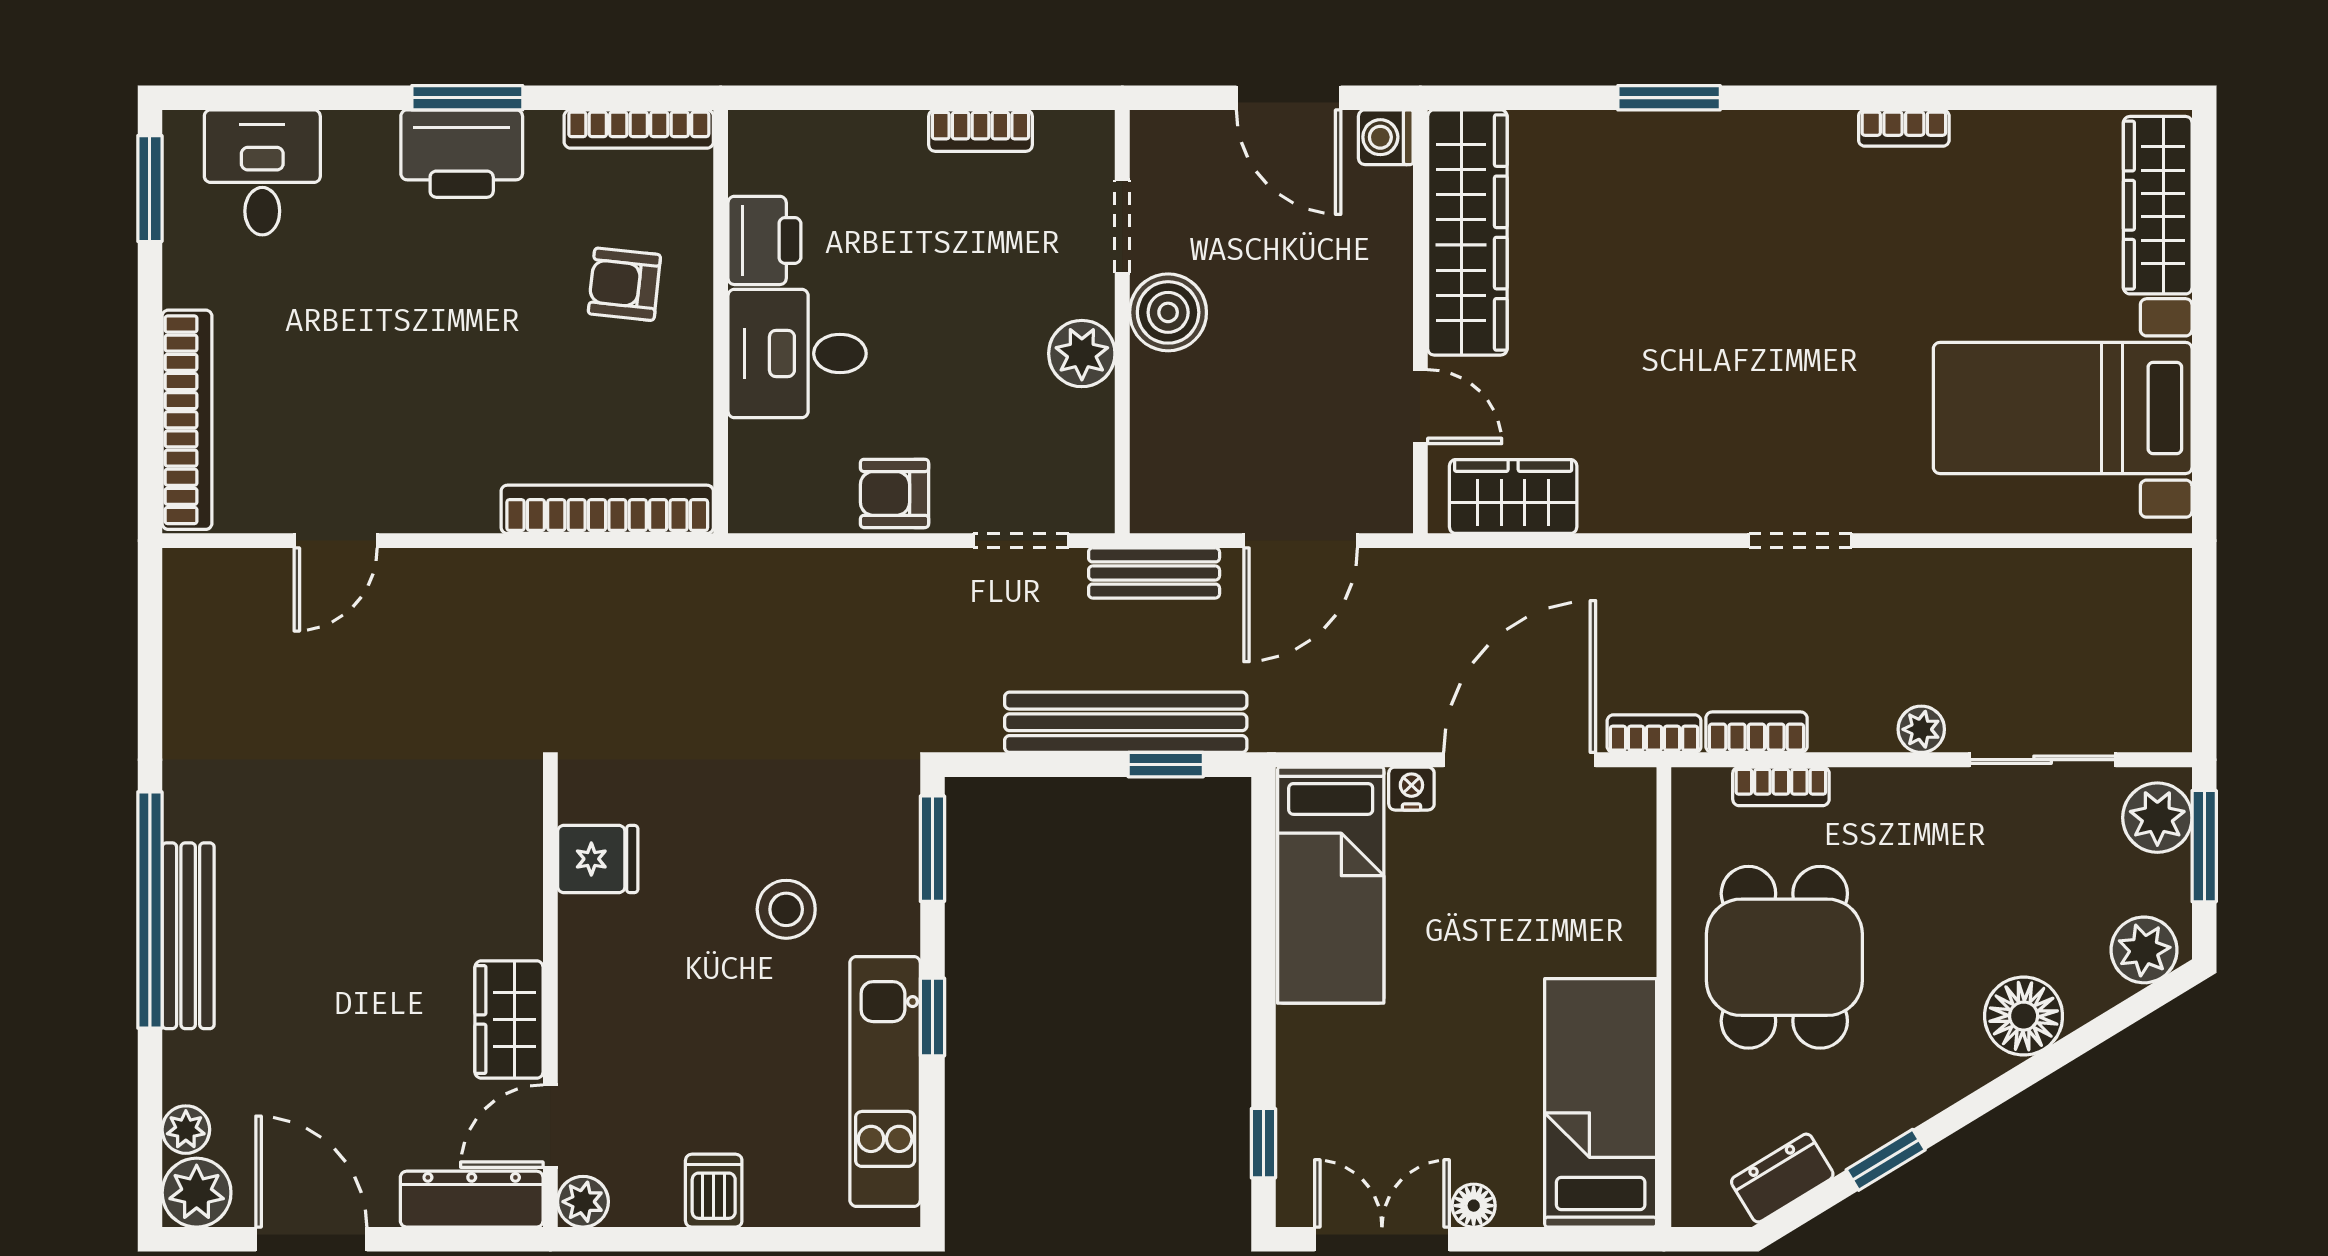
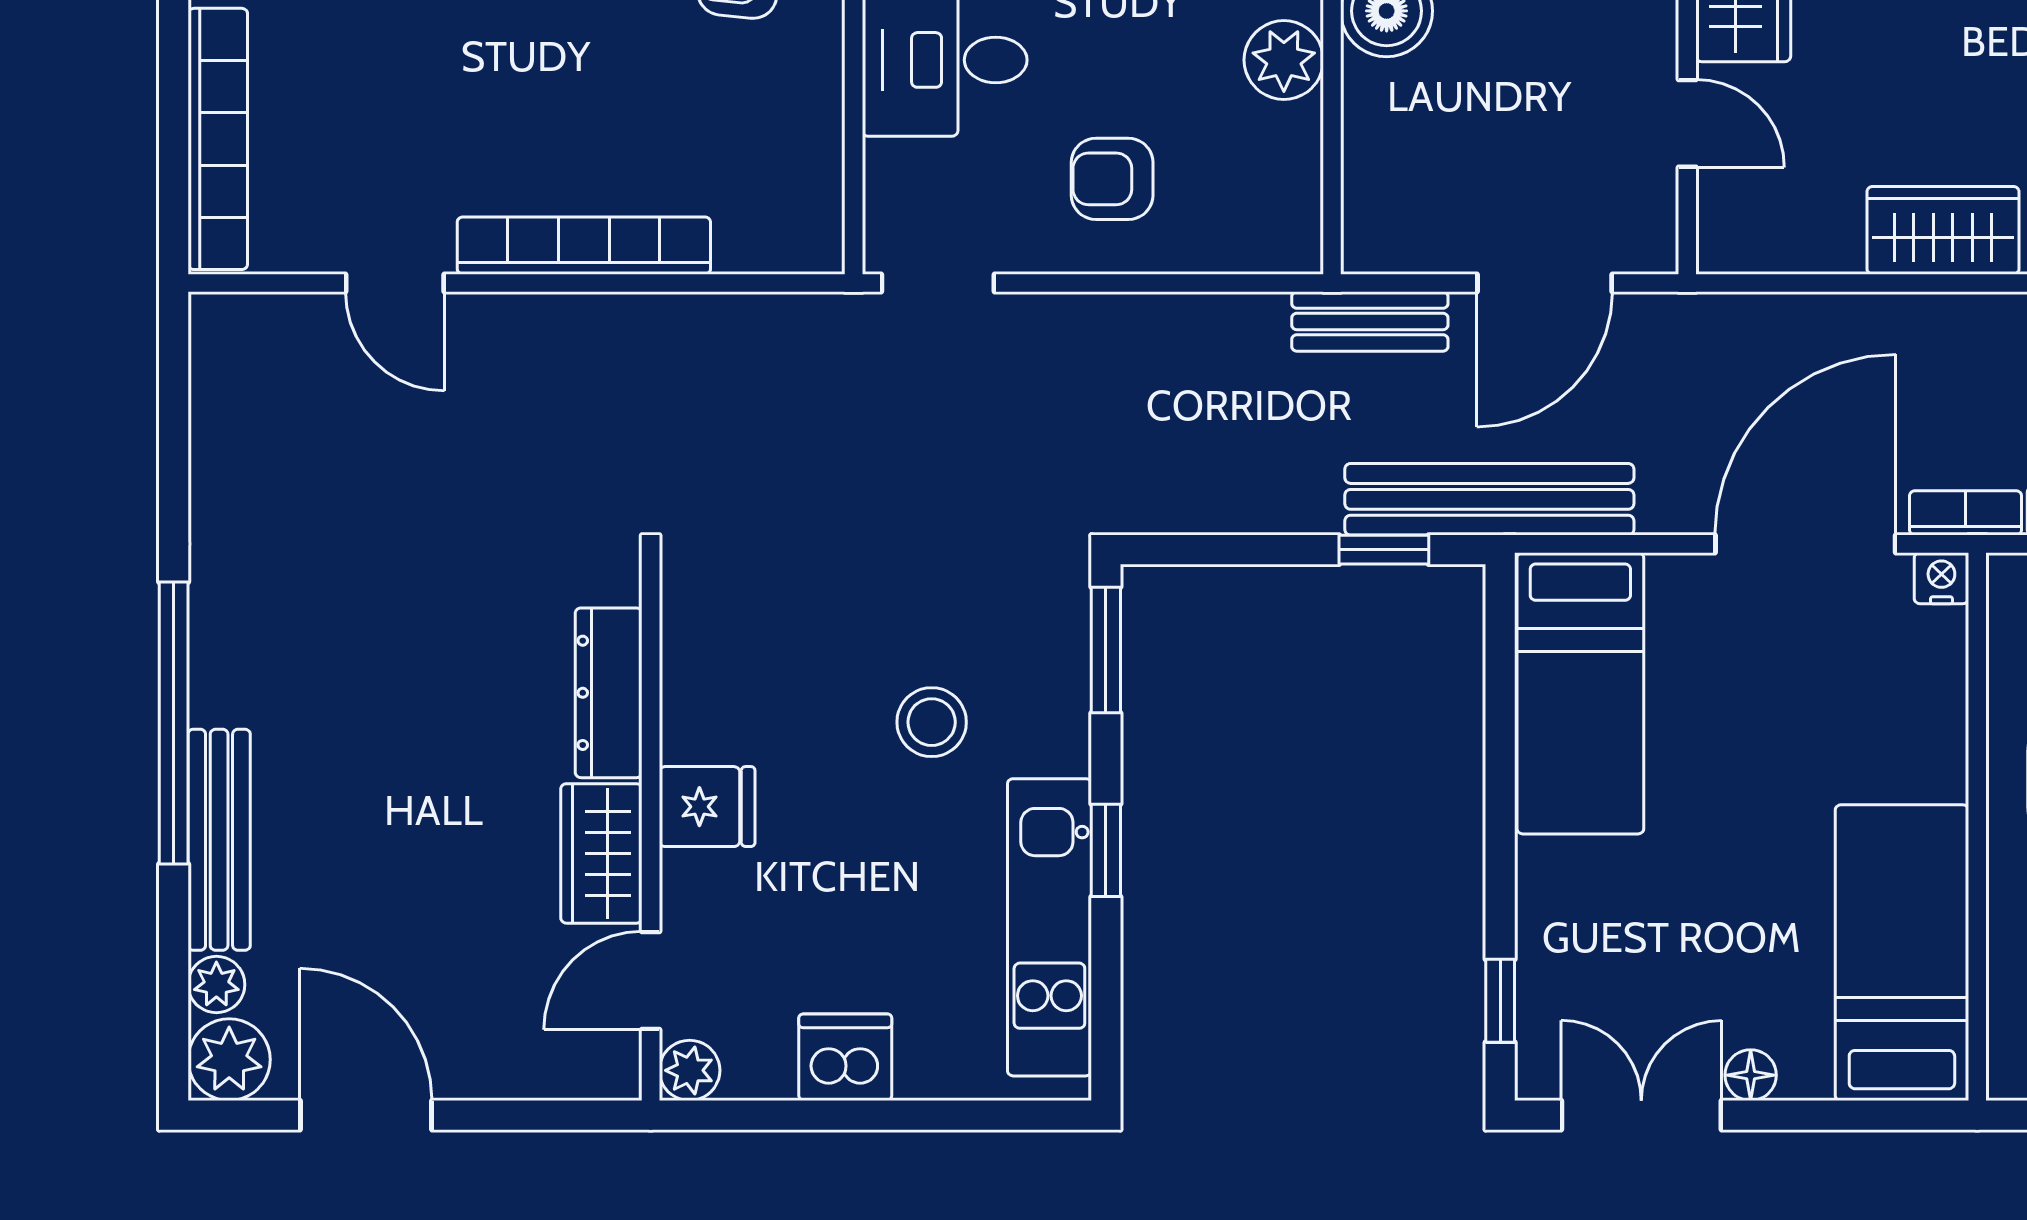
armchair: (895, 493) -> (1112, 179), moved
wardrobe: (1513, 496) -> (1943, 230), moved
bookcase: (607, 509) -> (584, 246), moved
door: (336, 541) -> (395, 283), hinge flipped
doorway: (1021, 541) -> (938, 283), moved
bench: (1126, 722) -> (1489, 499), moved
nightstand: (1411, 789) -> (1941, 578), moved
fridge: (598, 859) -> (707, 807), moved
bench: (188, 936) -> (219, 840), moved
dishwasher: (714, 1191) -> (845, 1057), width x1.38
dresser: (472, 1199) -> (609, 693), moved, turned -90

